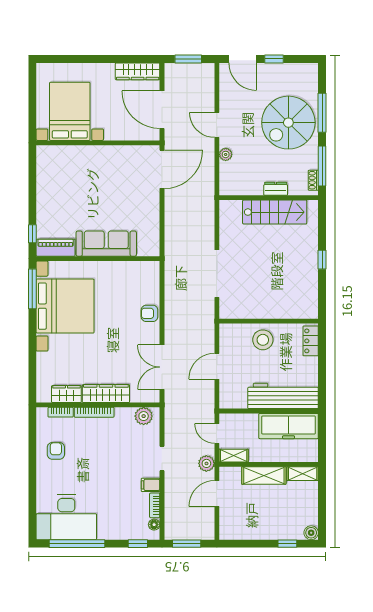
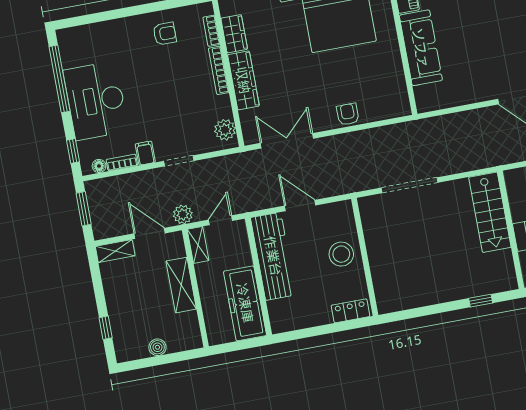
stairs: (275, 212) -> (490, 212), moved
window: (322, 260) -> (481, 301), moved
workbench: (283, 396) -> (273, 256), moved
shelving: (303, 474) -> (115, 251), moved, turned 90
desk: (66, 517) -> (96, 101), moved
boiler: (311, 533) -> (157, 347), moved

